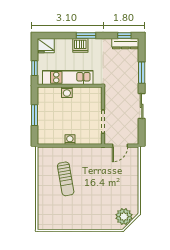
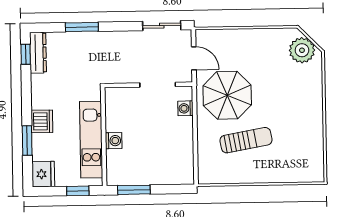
window: (86, 36) -> (27, 140), moved
sliding door: (142, 106) -> (162, 26), moved
window: (34, 115) -> (134, 190), moved
washing machine: (70, 140) -> (185, 108), moved
parasol: (95, 167) -> (227, 95), added

